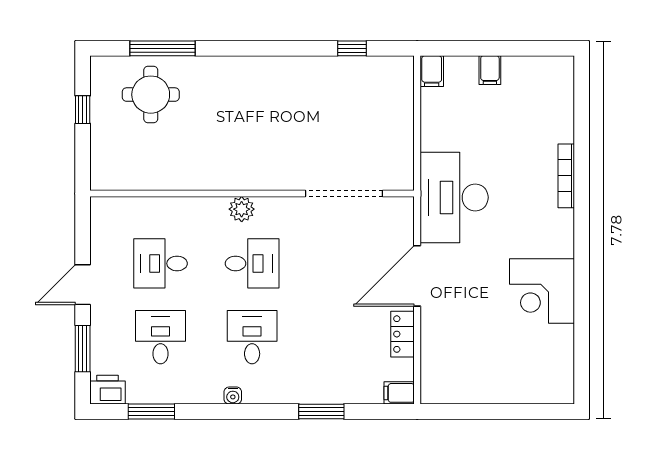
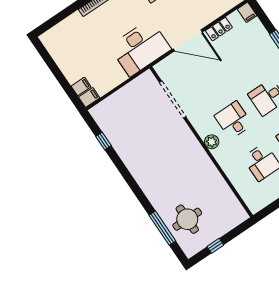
filing cabinet: (490, 70) -> (81, 87), moved

